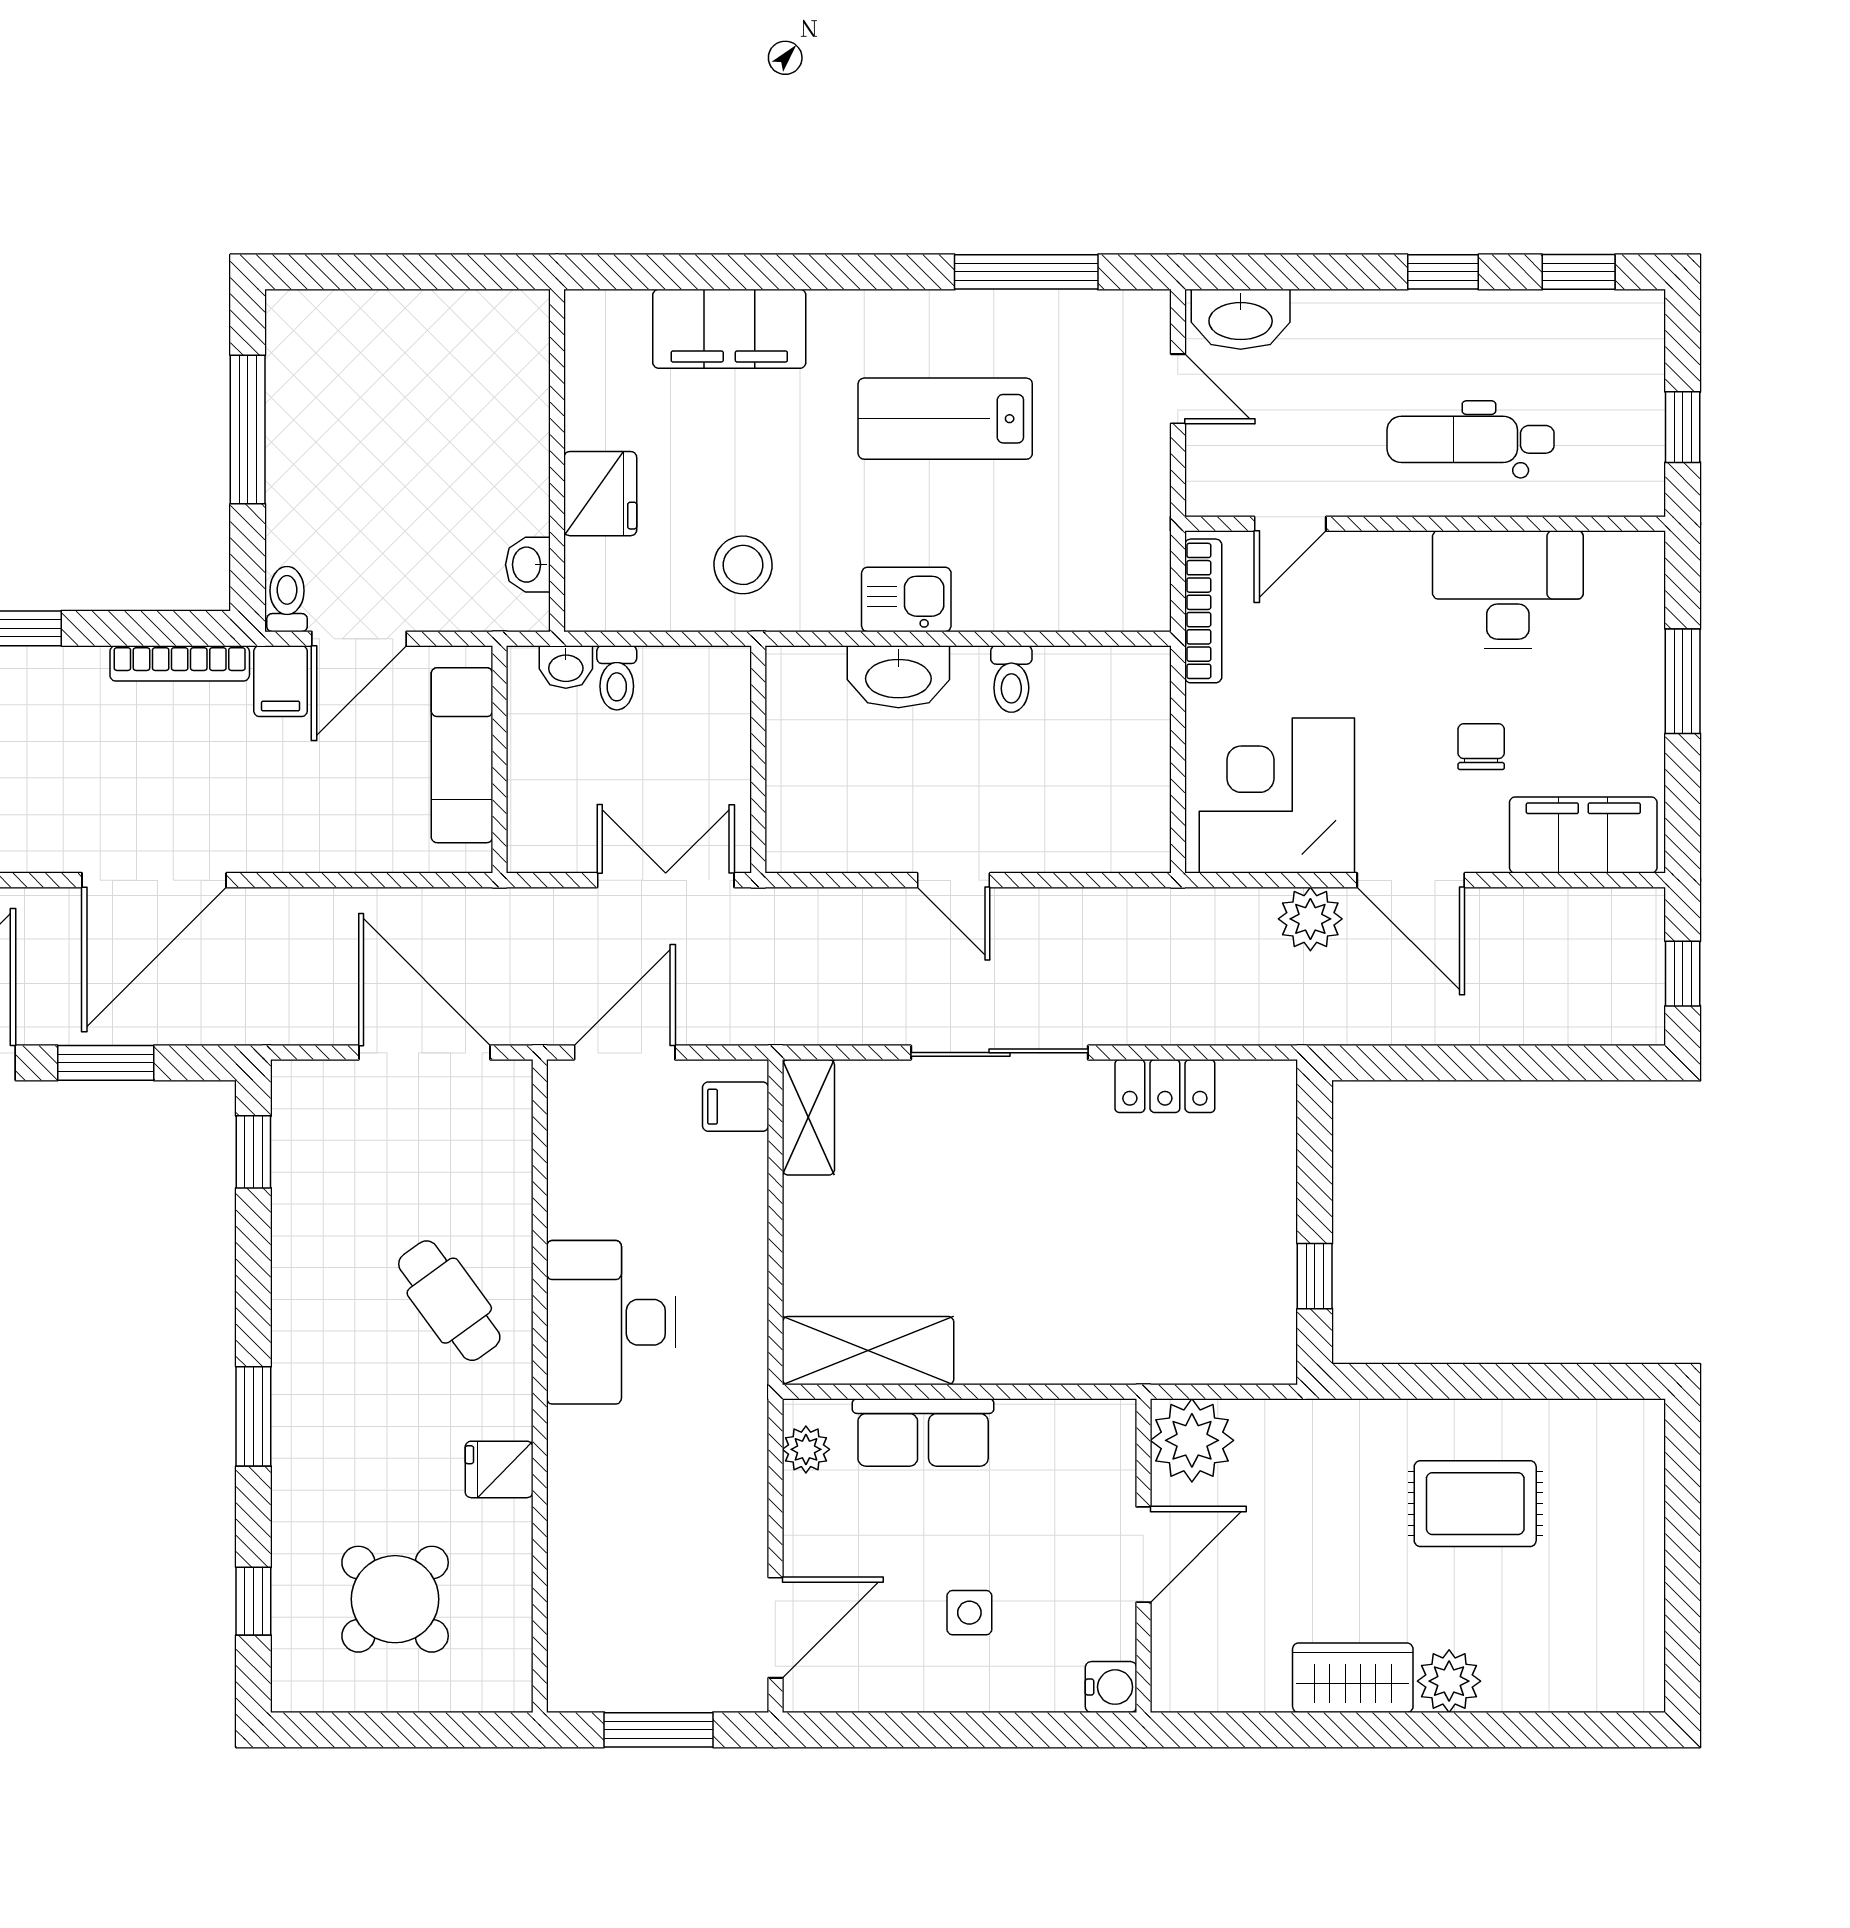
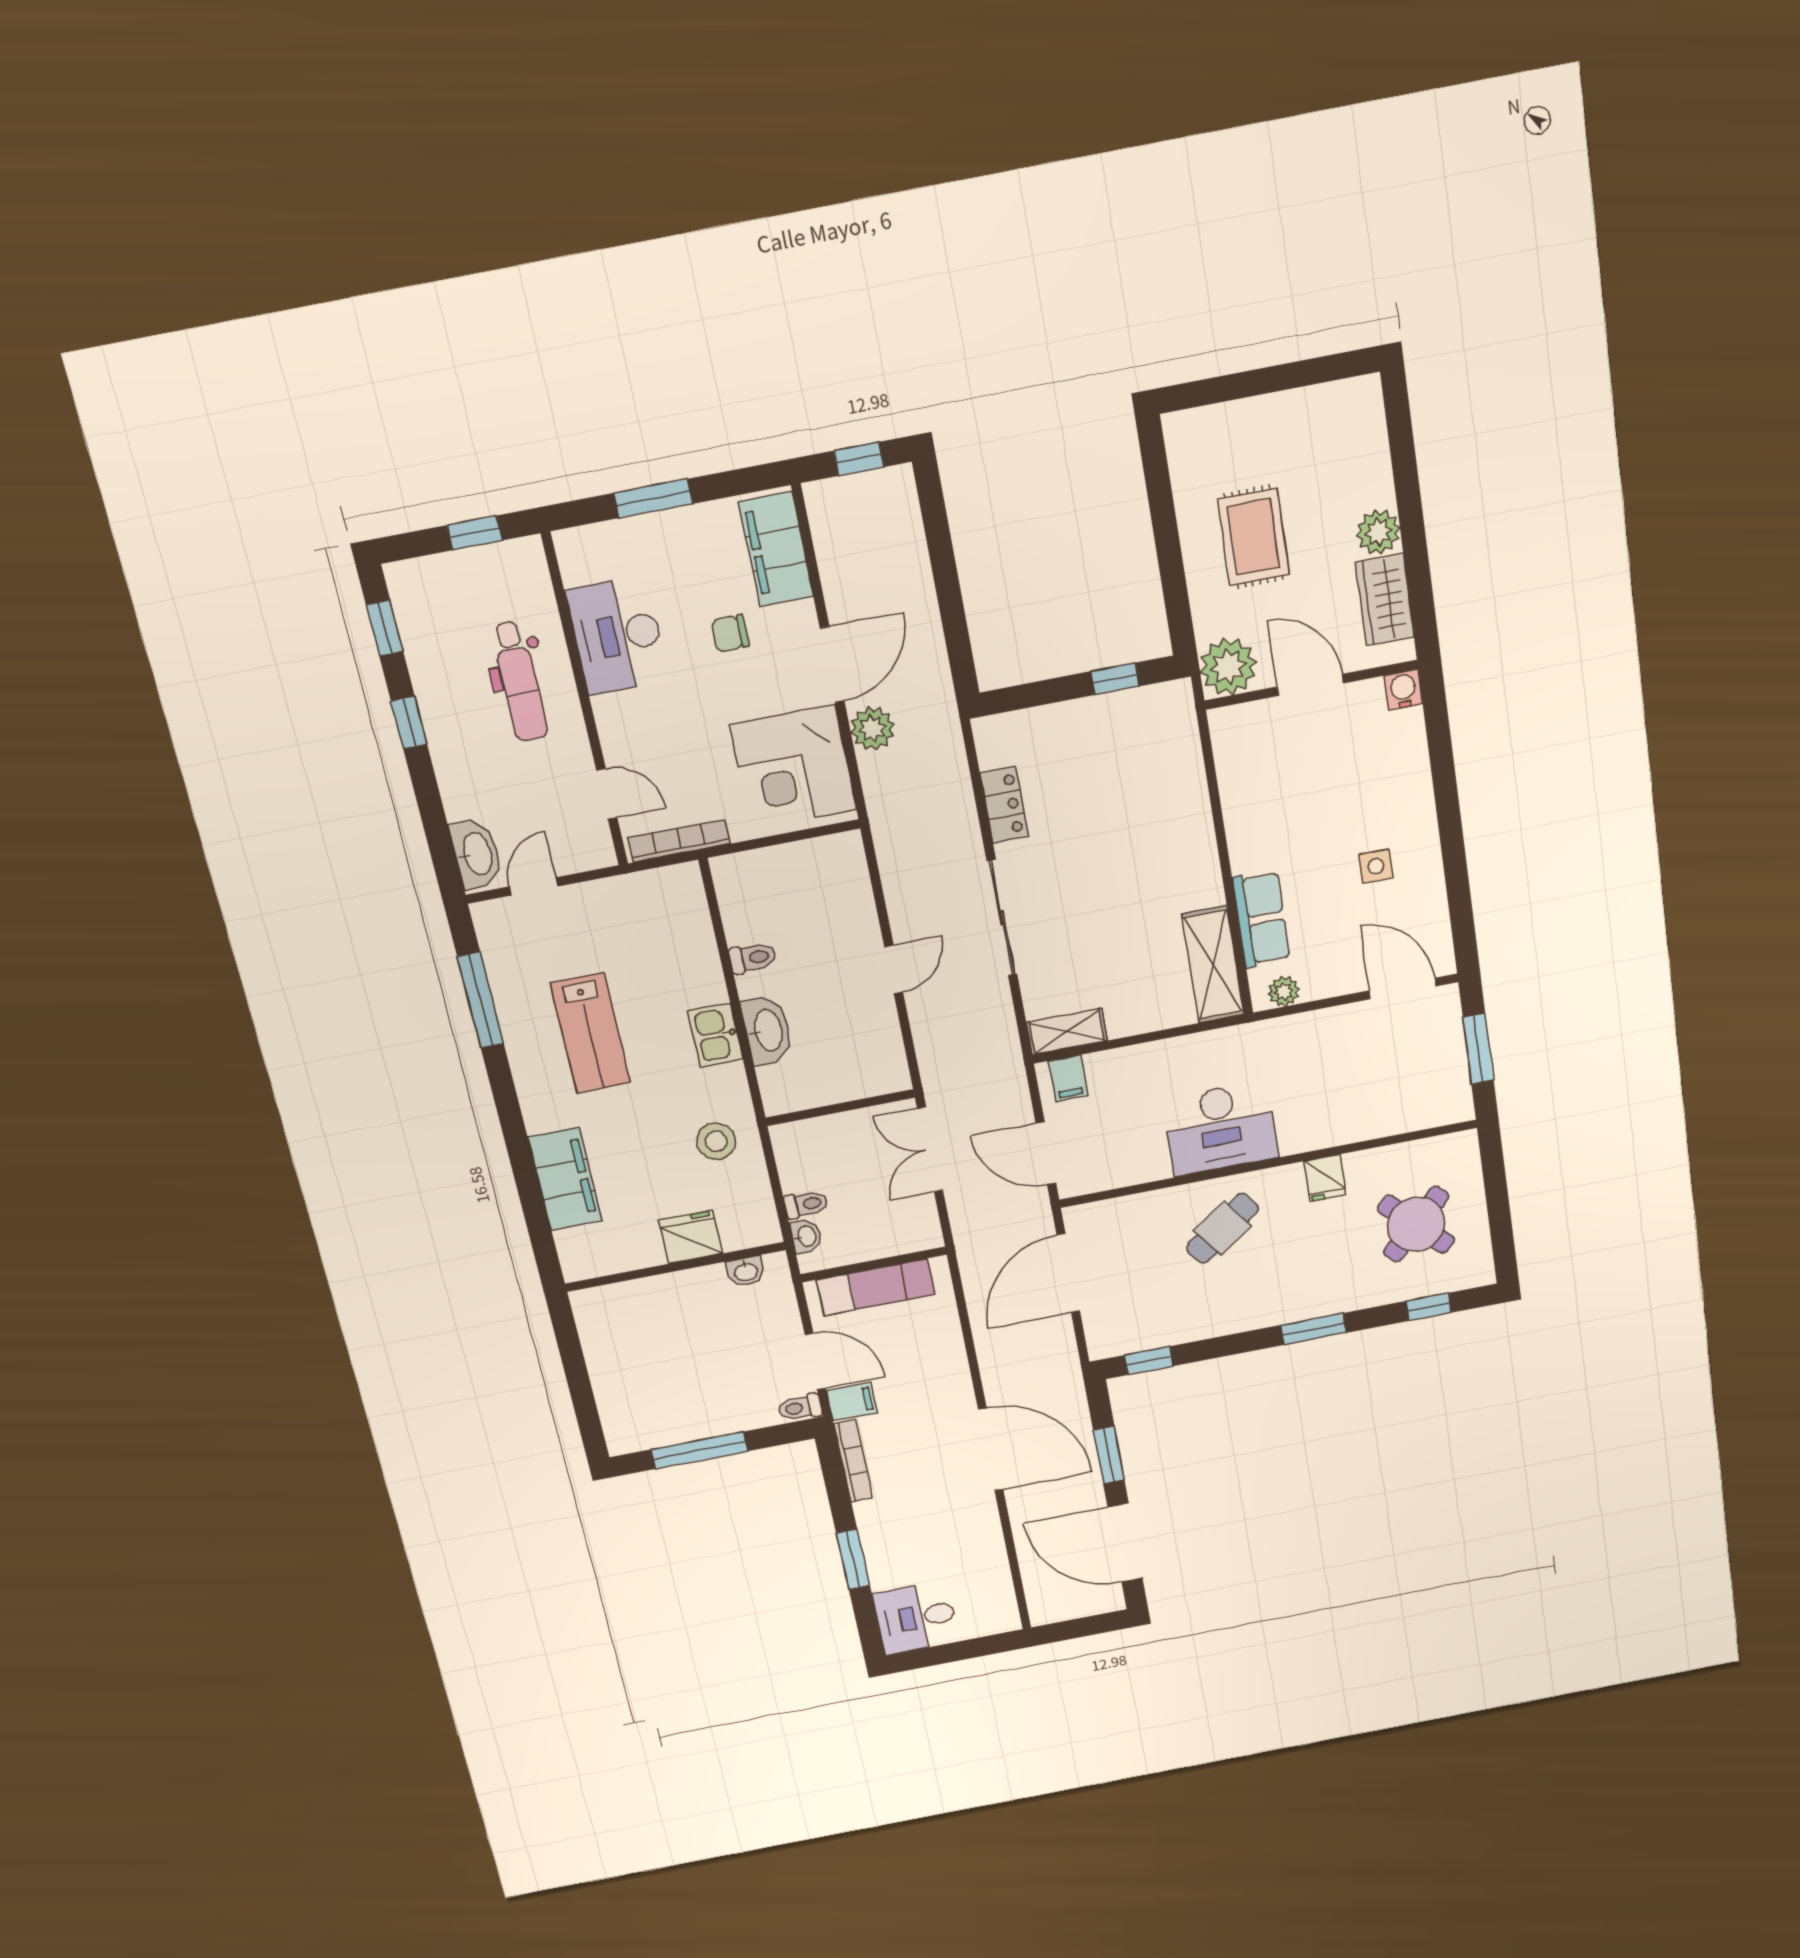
plant: (1192, 1440) -> (1228, 667), moved
door: (1143, 1555) -> (1311, 685), moved
wall: (1143, 1556) -> (1311, 685), moved
water cooler: (1111, 1687) -> (1403, 690), moved

